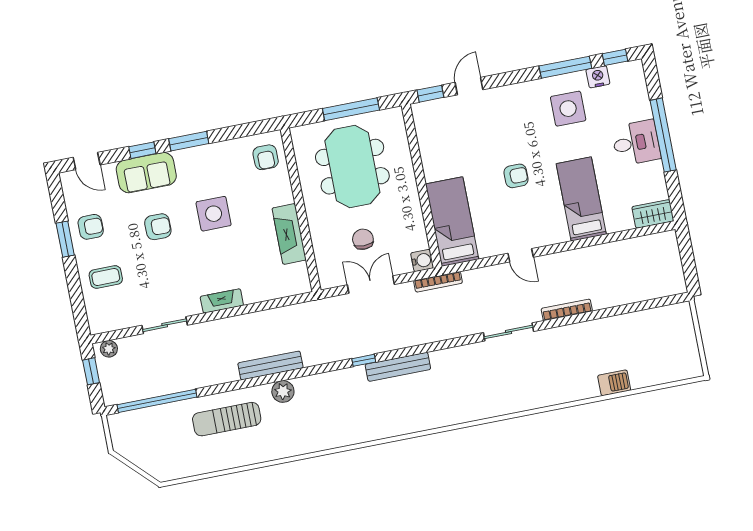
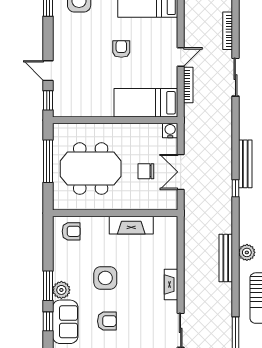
plant: (187, 159) -> (61, 290), added
armchair: (158, 227) -> (107, 321), turned 90
bookcase: (438, 282) -> (188, 85), moved

